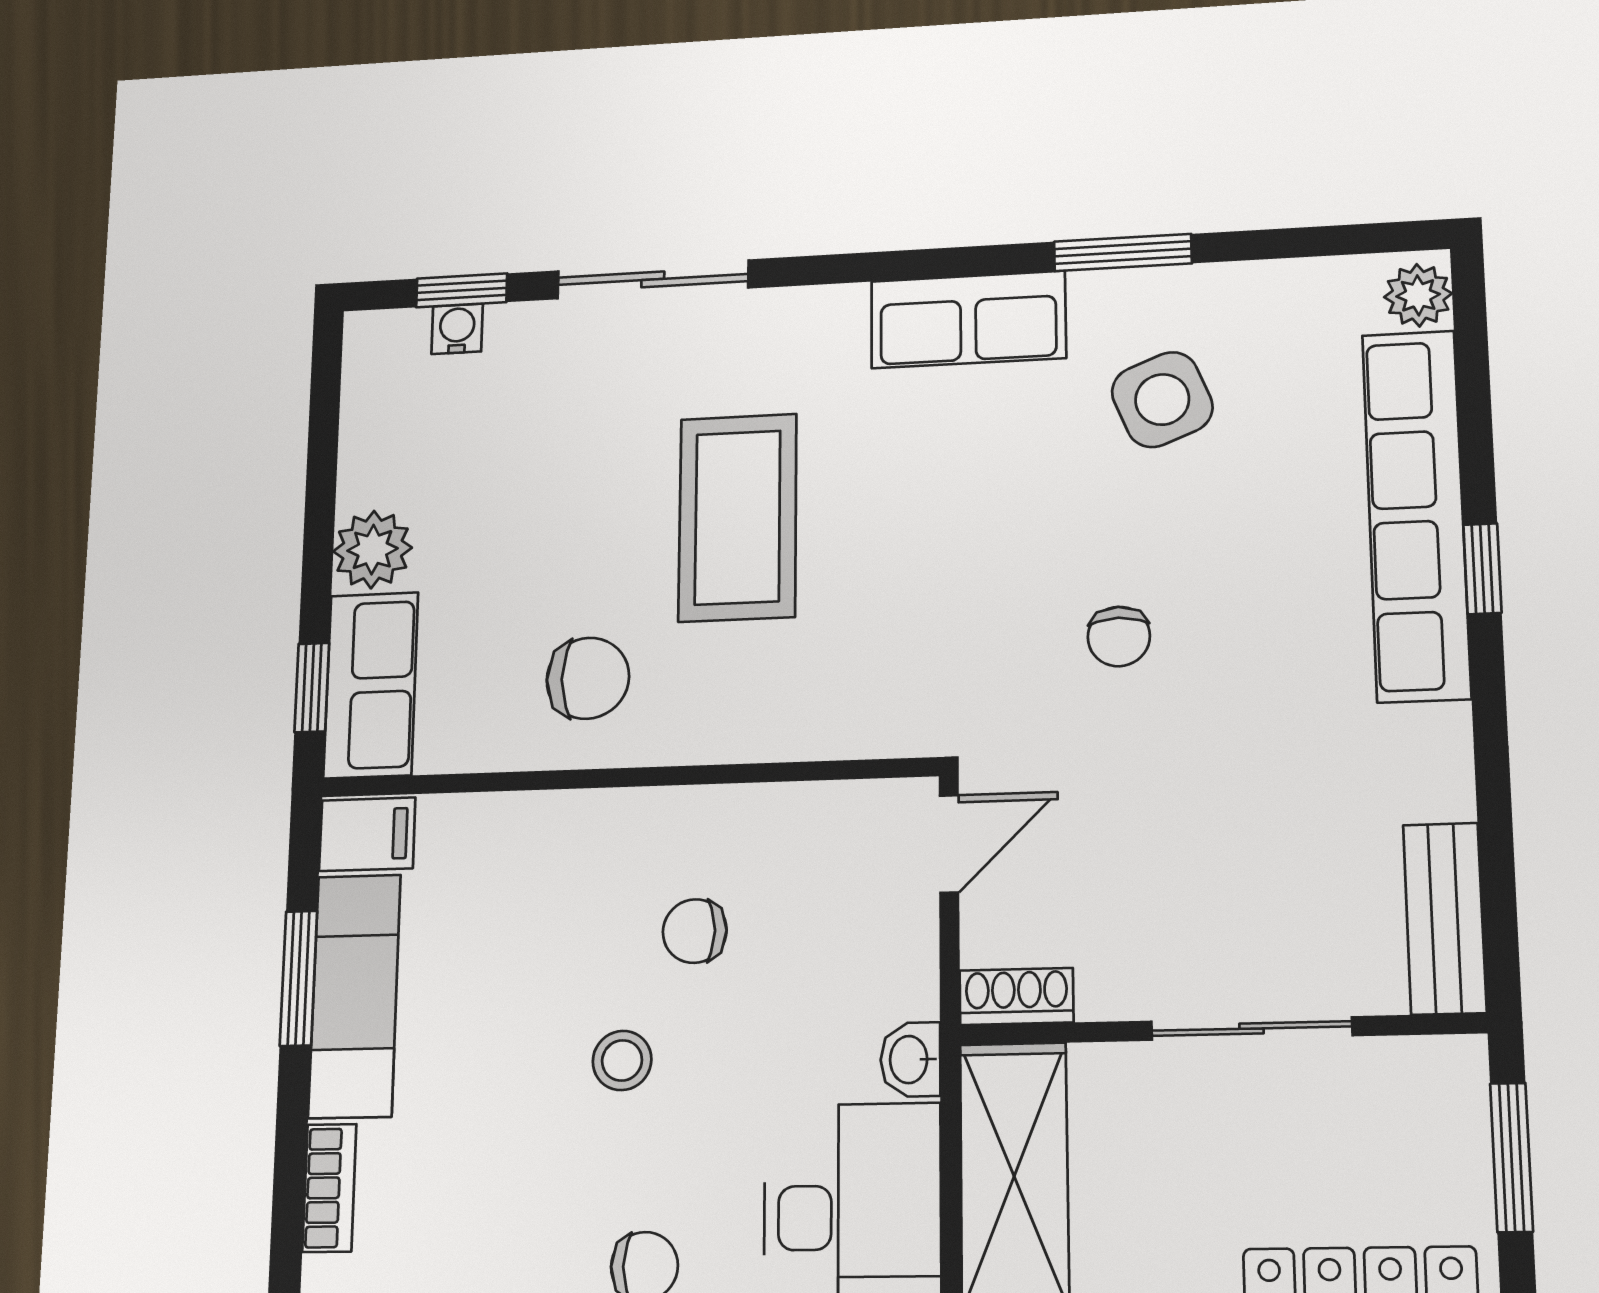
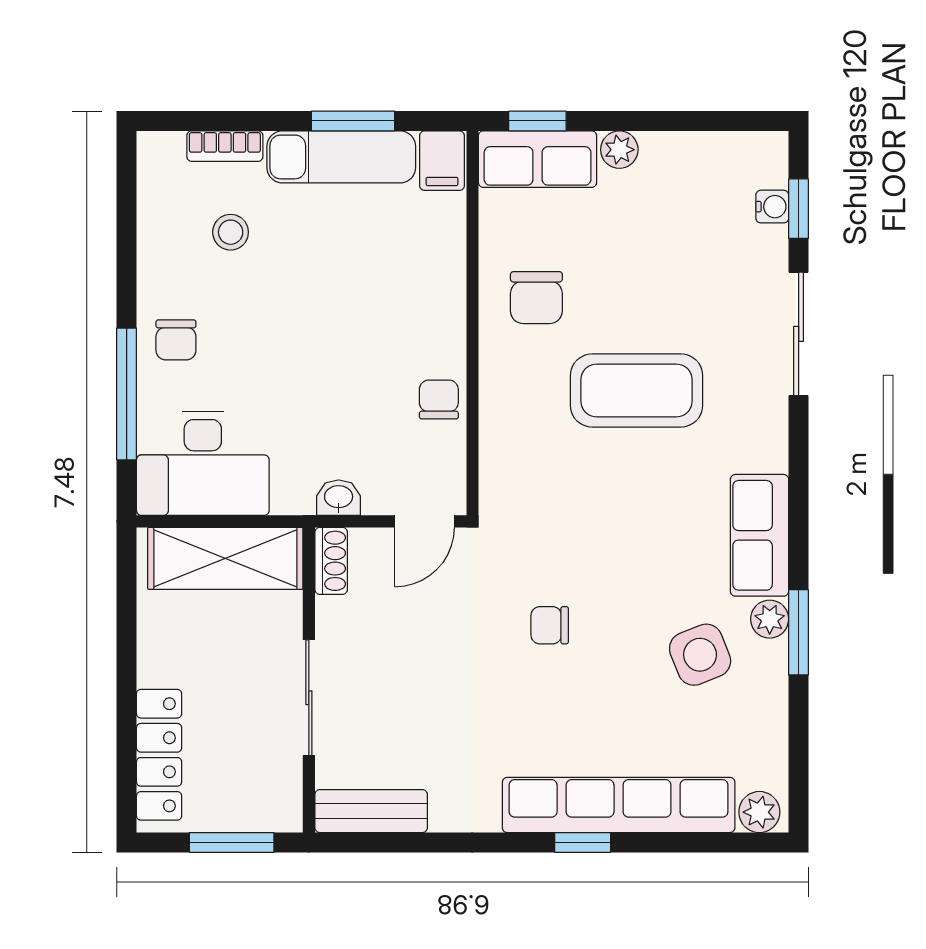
plant: (1102, 297) -> (770, 619), added
plant: (373, 550) -> (619, 150), width x0.73, depth x0.73
door: (949, 844) -> (425, 521), hinge flipped
chair: (695, 931) -> (439, 399), moved
stool: (622, 1060) -> (231, 232), moved
washbasin: (910, 1060) -> (339, 498), moved

